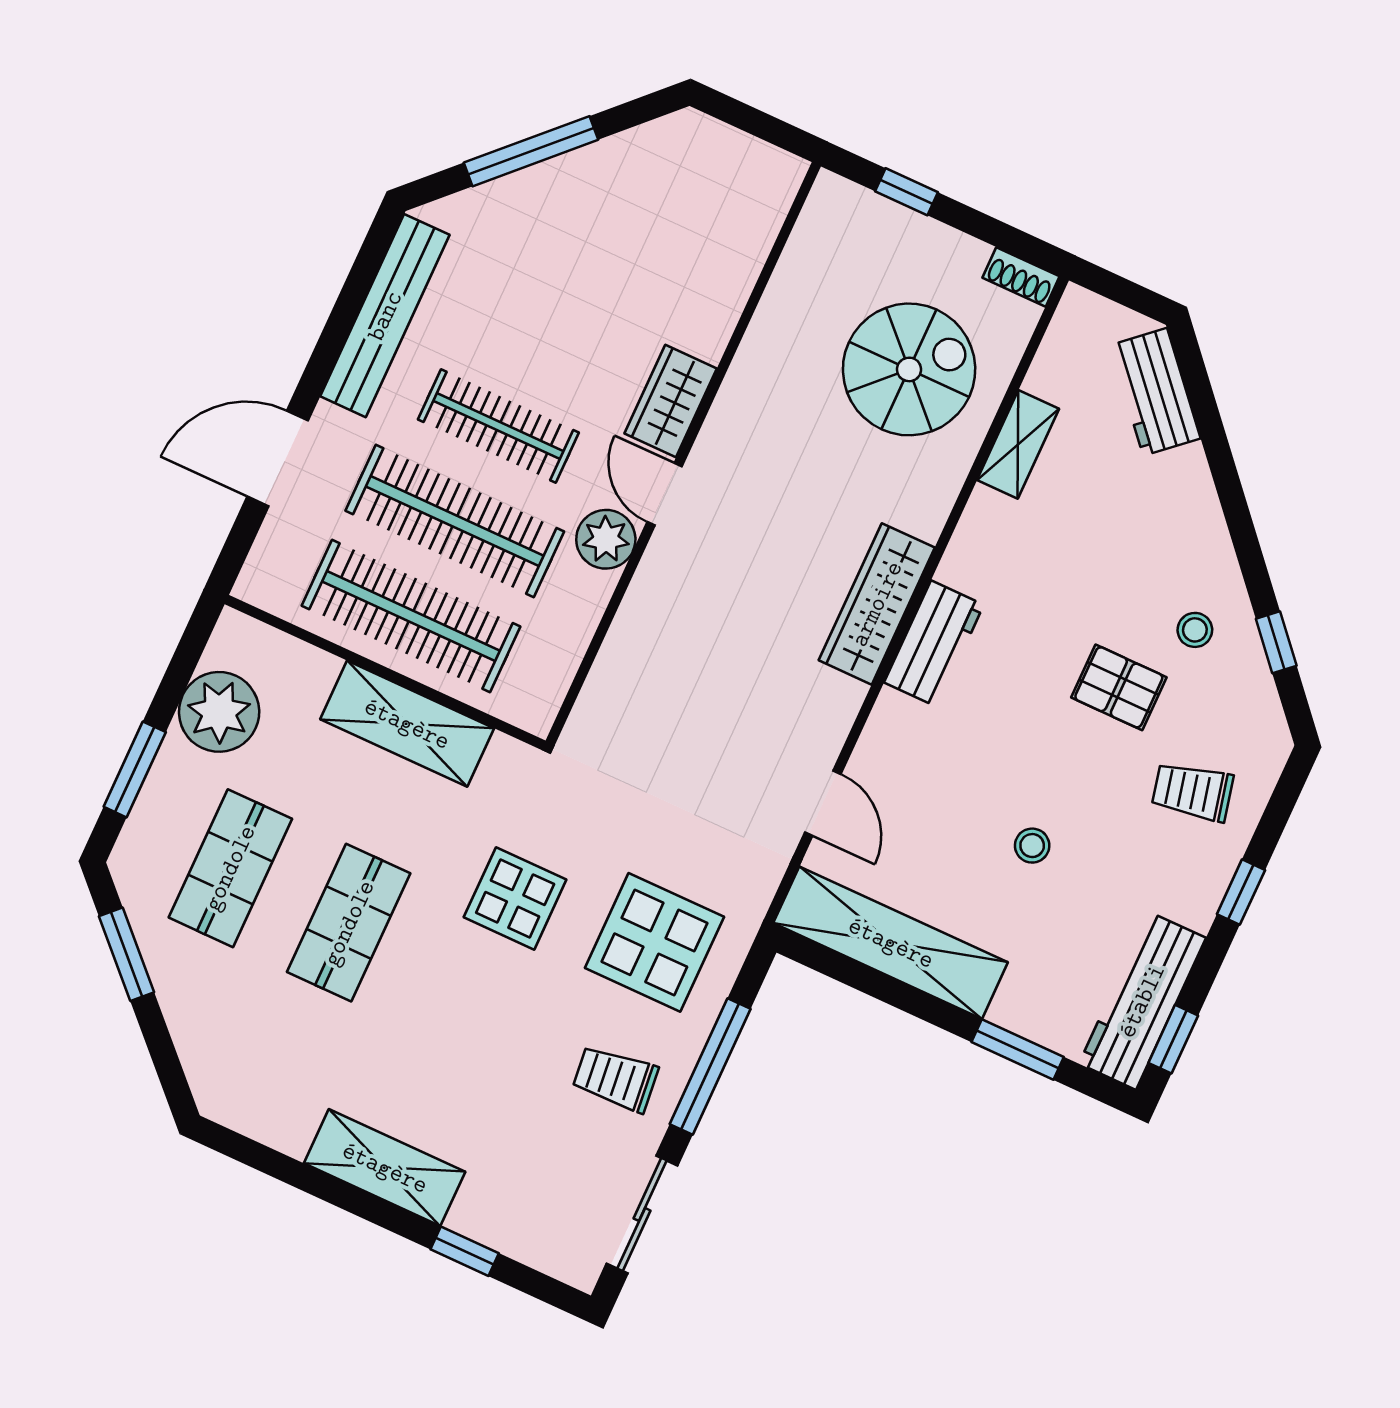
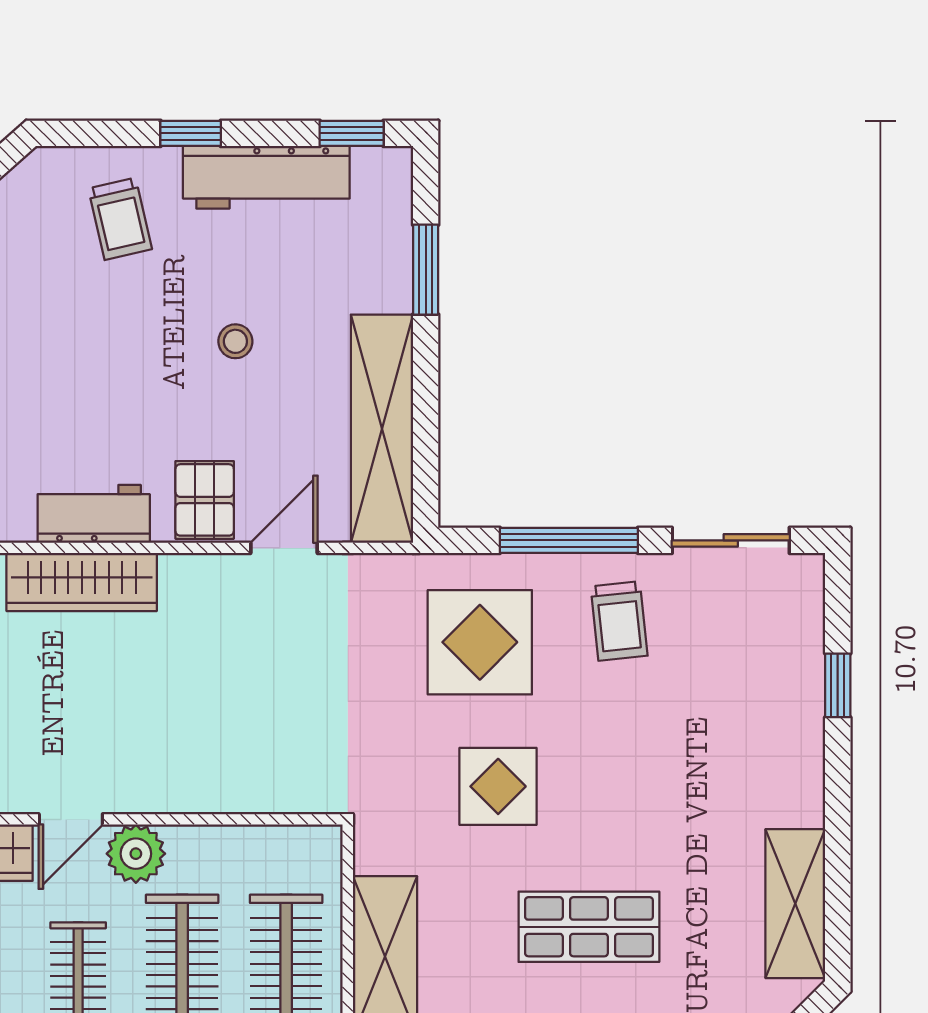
pallet: (1119, 687) -> (205, 500), moved
workbench: (1142, 1001) -> (266, 177), moved
shelving: (385, 1168) -> (795, 904), moved

